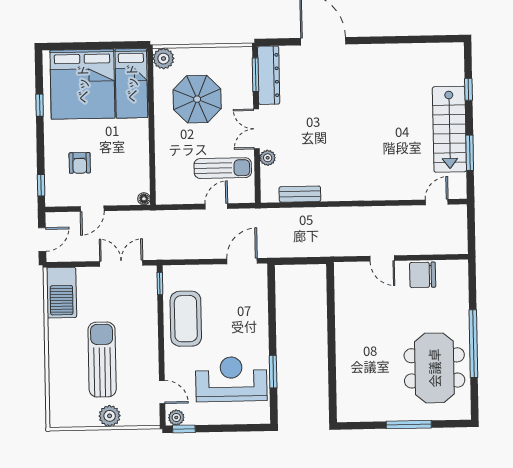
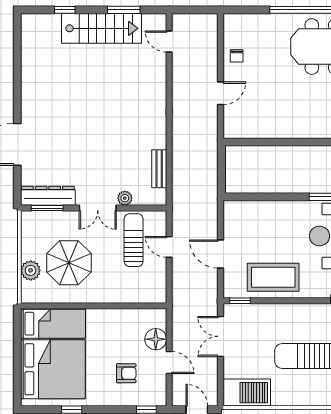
plant: (163, 59) -> (31, 270), moved
floor lamp: (144, 199) -> (156, 339), moved, width x1.89, depth x1.89
door: (242, 261) -> (221, 254), moved
chair: (423, 275) -> (237, 56), width x0.54, depth x0.54

